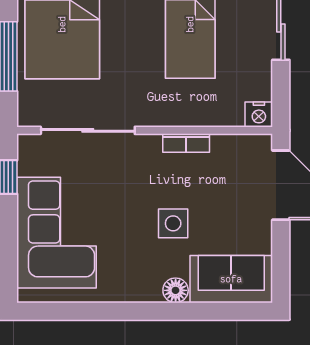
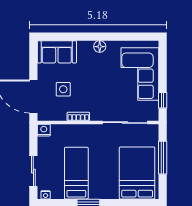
side table: (173, 223) -> (63, 89), moved
floor lamp: (176, 290) -> (100, 47), moved

